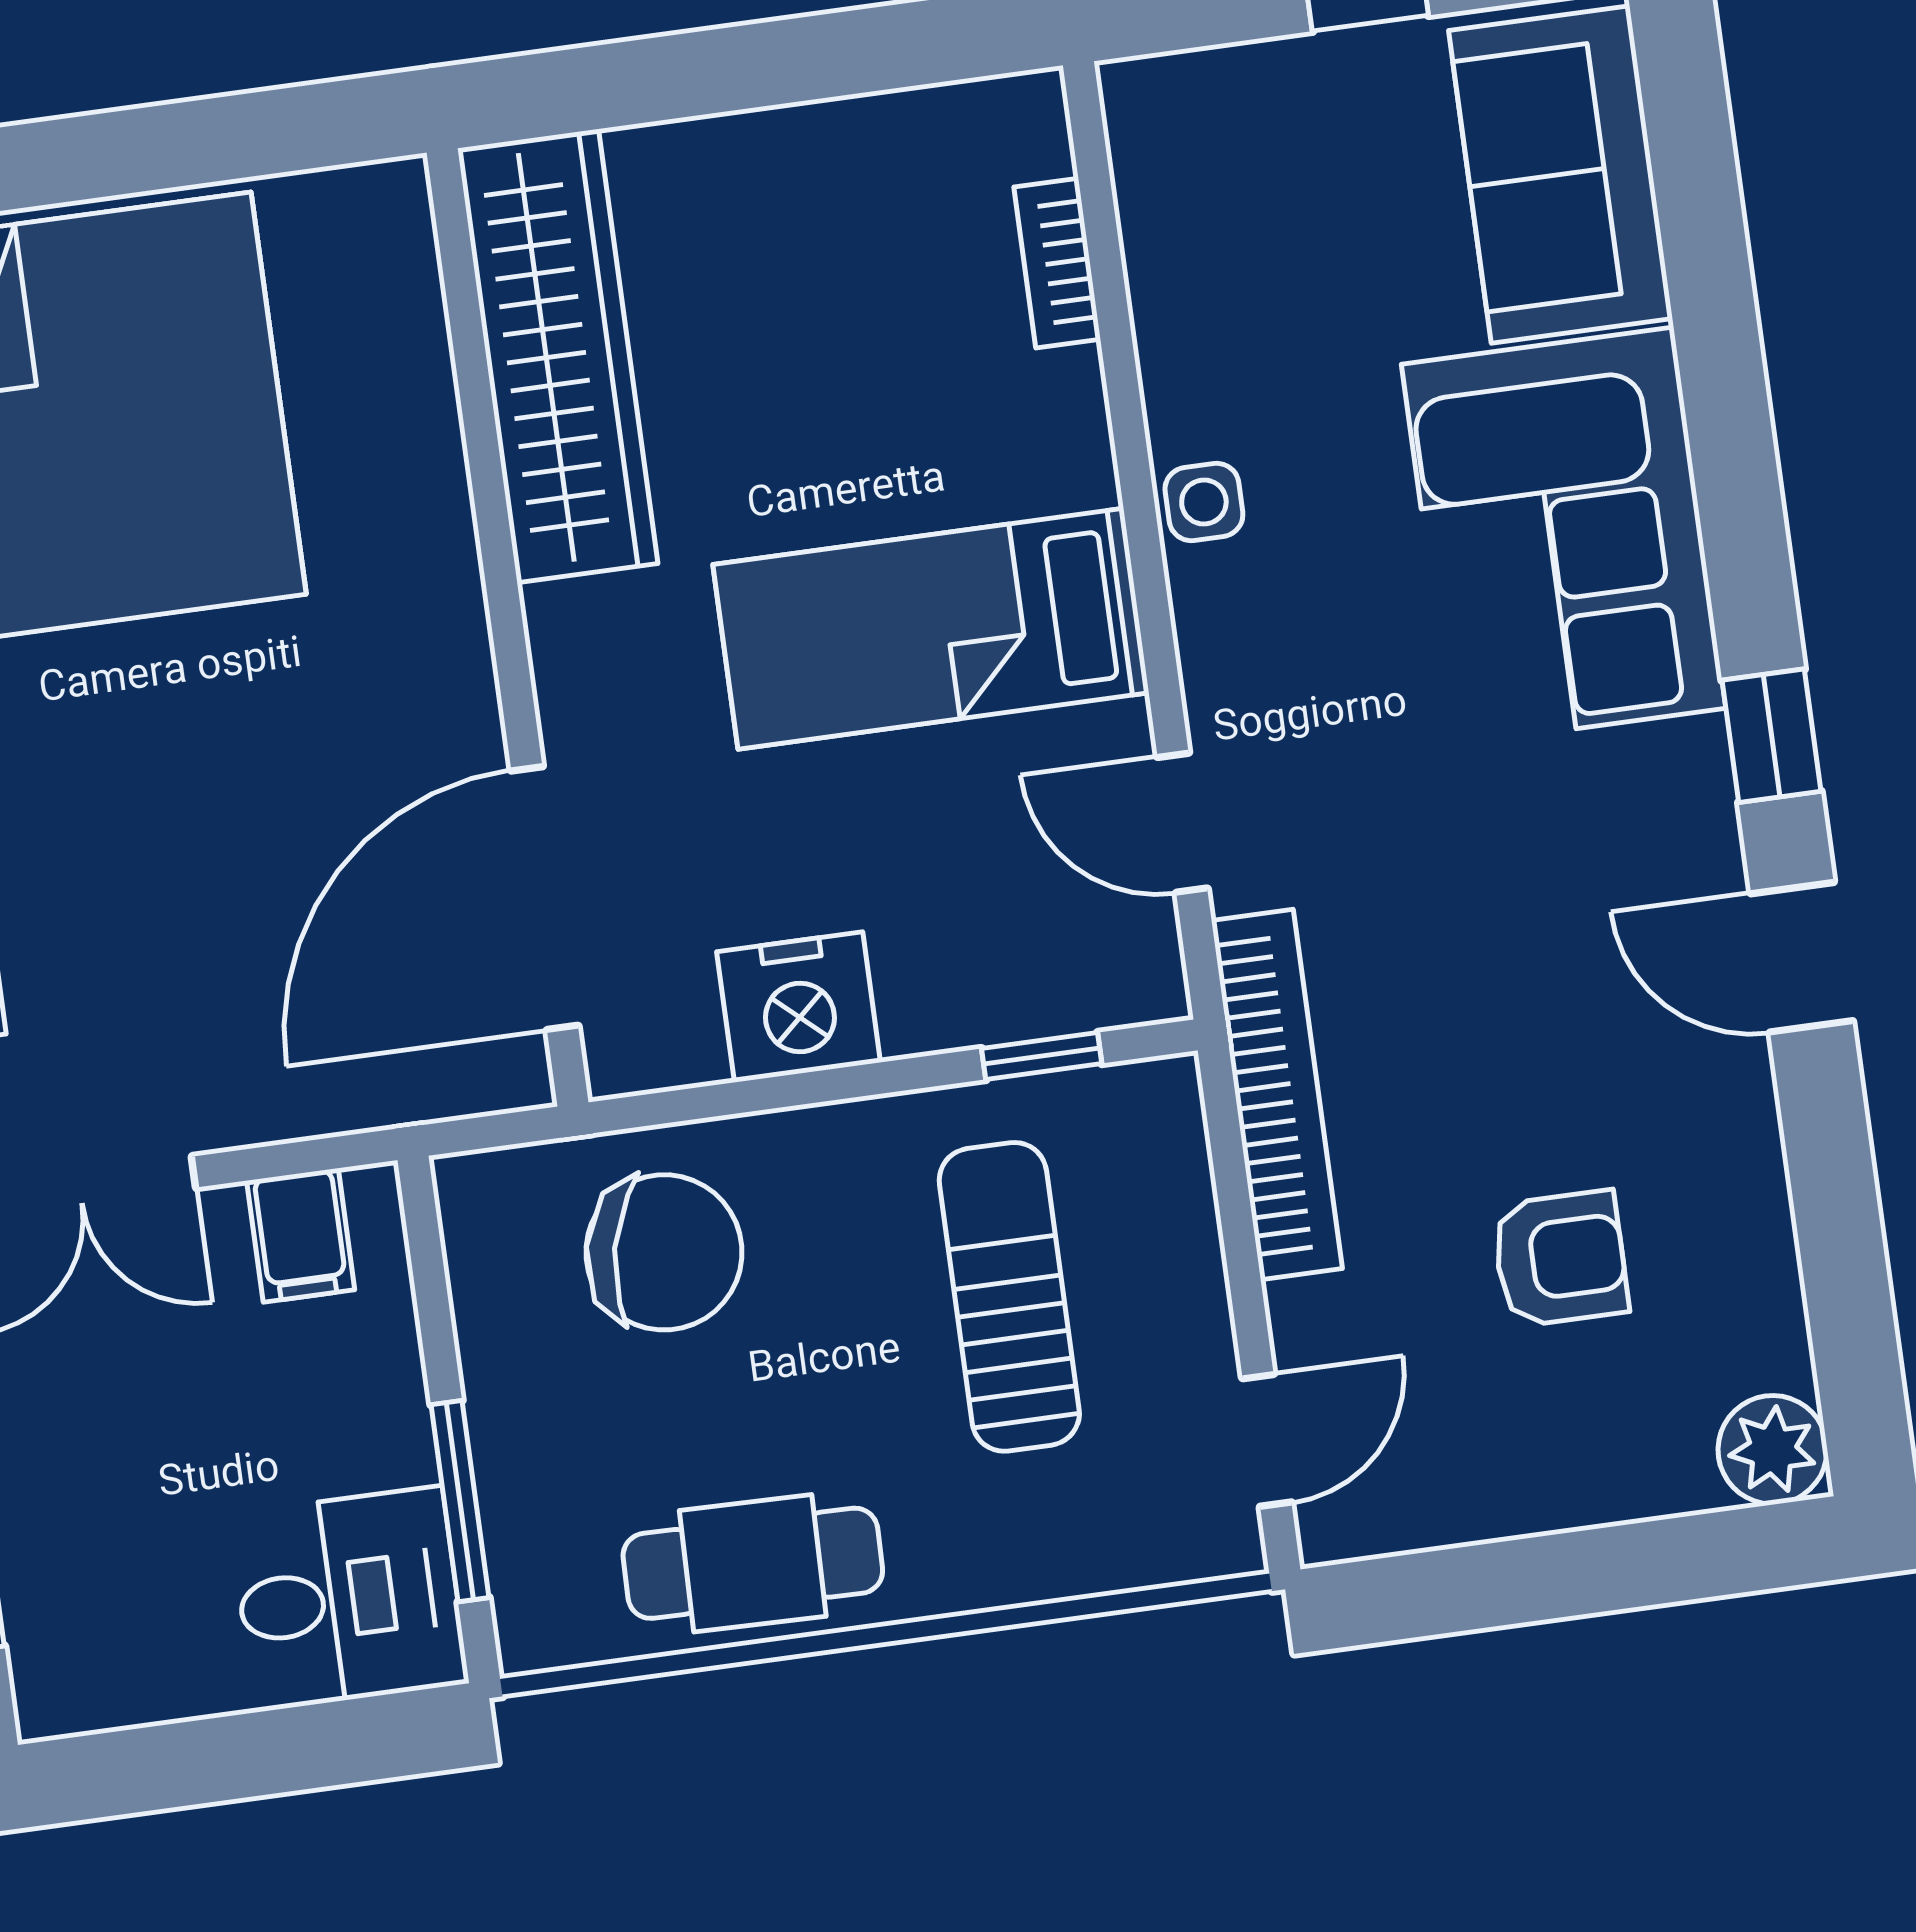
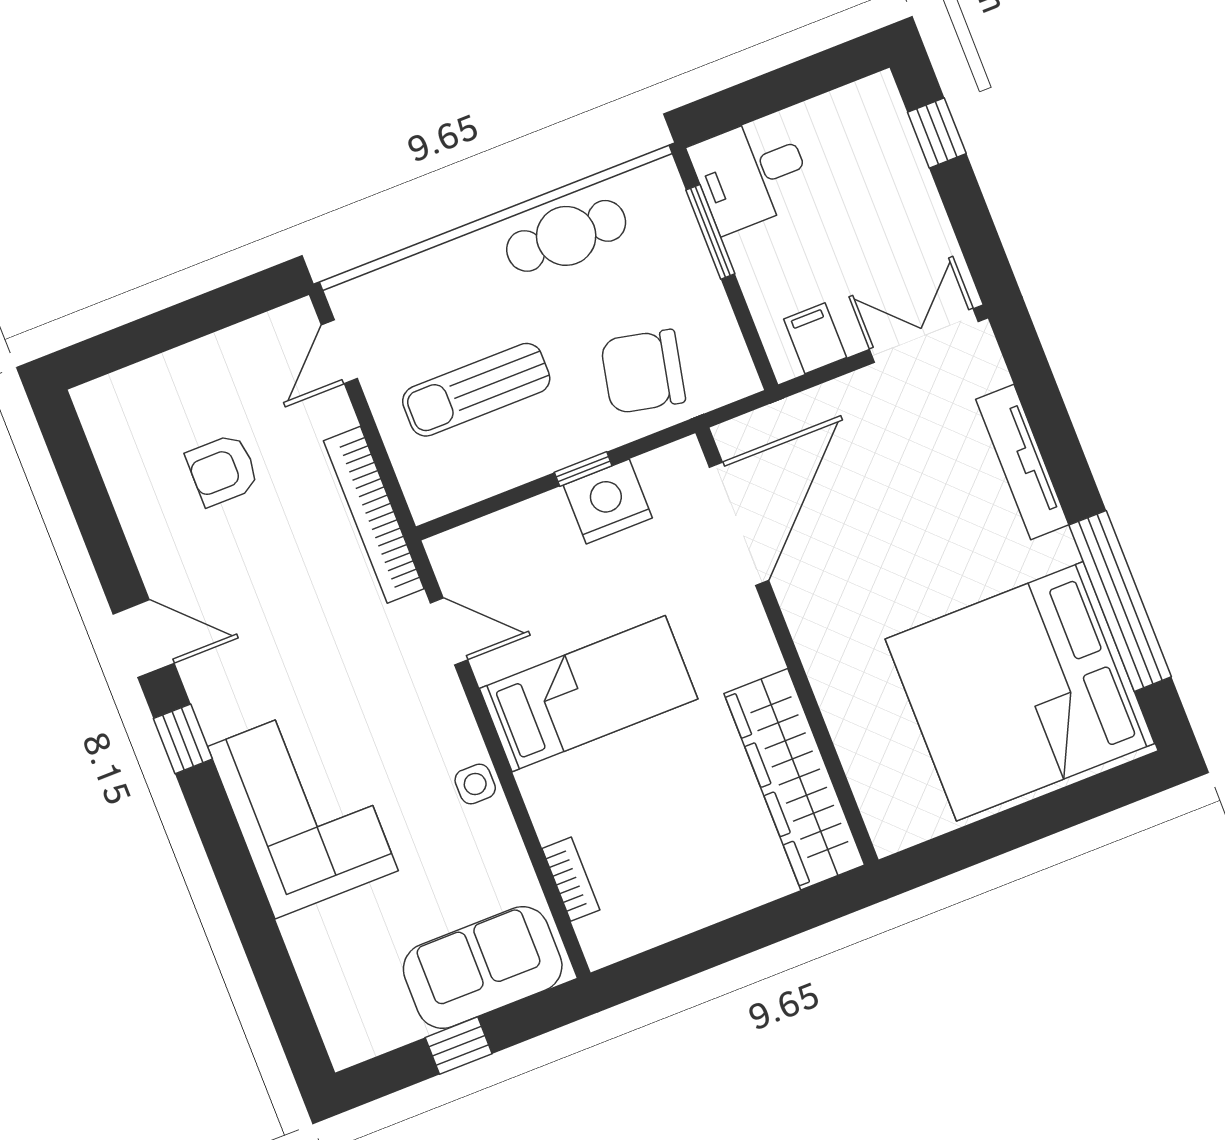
sofa: (1561, 175) -> (483, 967), moved, turned -90
window: (1042, 1056) -> (583, 469), moved
sun lounger: (1009, 1297) -> (476, 390), turned 90
plant: (1773, 1450) -> (101, 405), removed

